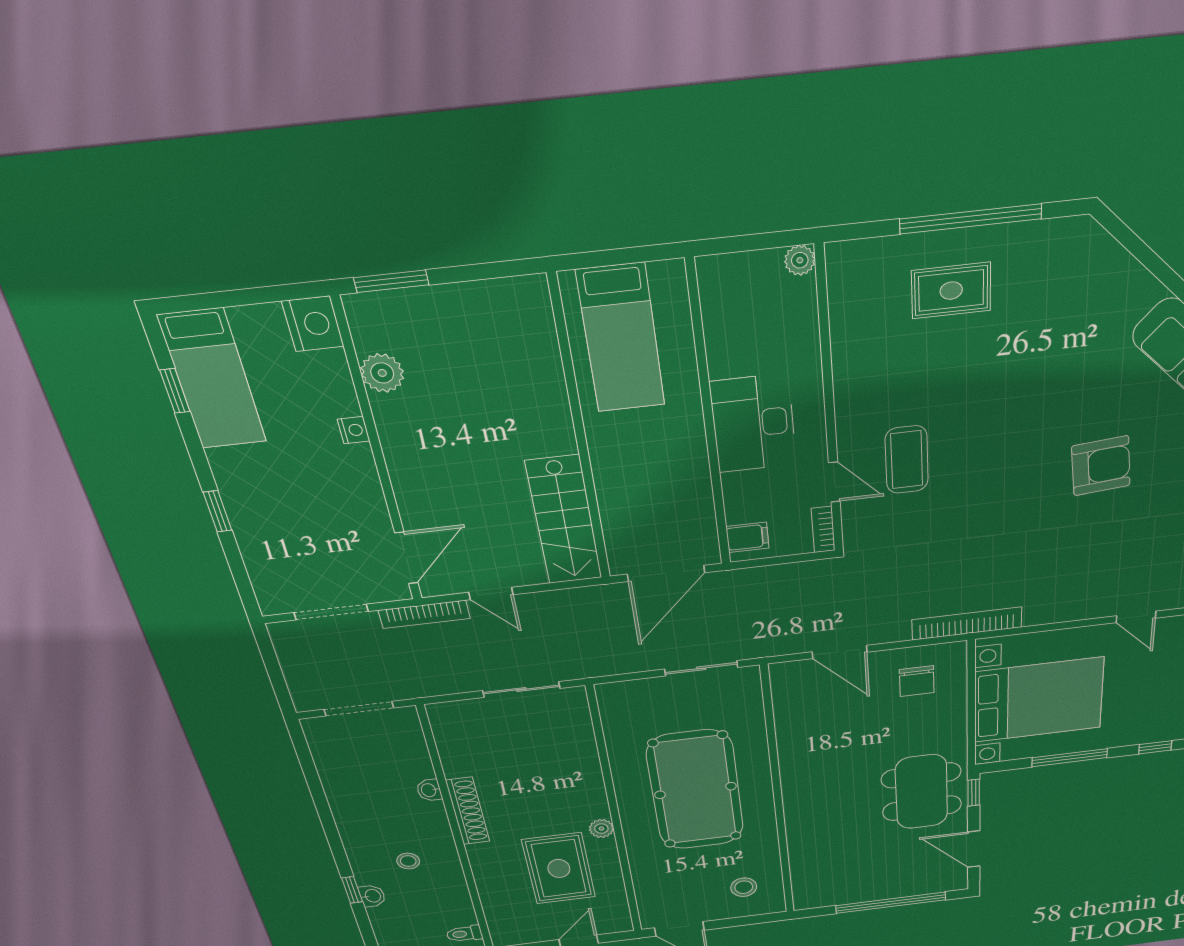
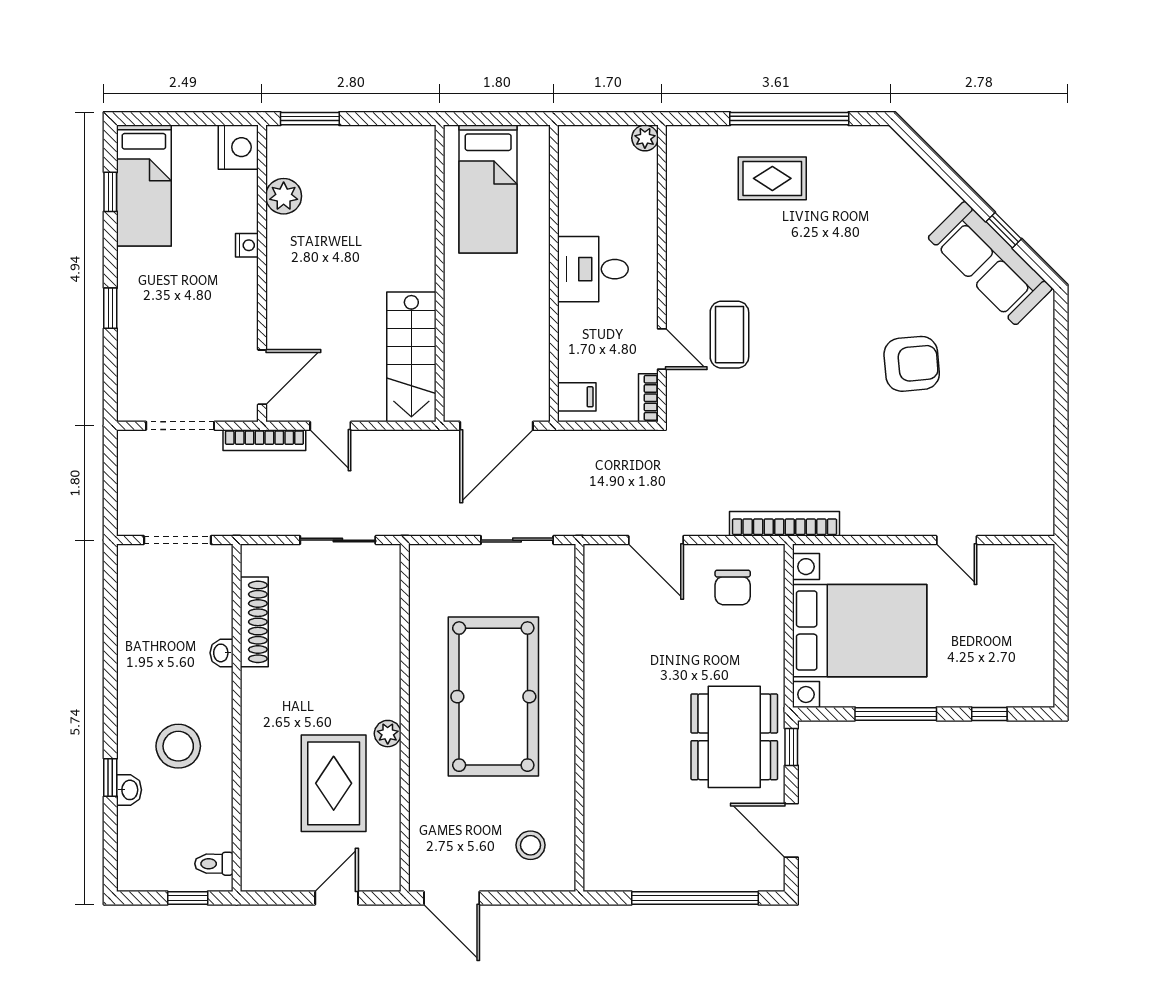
desk: (753, 423) -> (593, 269), width x0.73
shoe rack: (468, 811) -> (254, 622), moved
stool: (408, 861) -> (178, 746), width x1.89, depth x1.89

